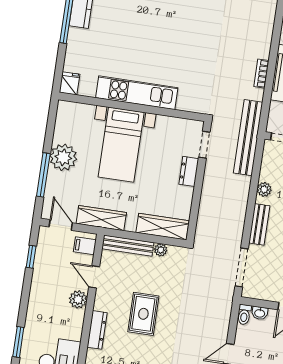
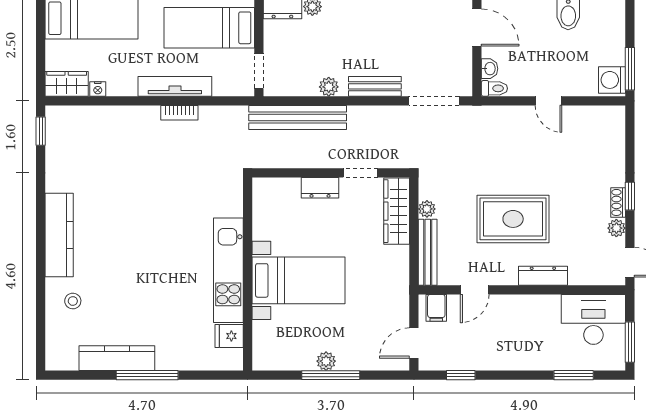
fridge: (70, 83) -> (229, 336), moved
bench: (248, 138) -> (298, 117), moved
doorway: (204, 145) -> (361, 173), moved
plant: (63, 157) -> (326, 361), width x0.53, depth x0.53
window: (43, 175) -> (331, 375), moved
wardrobe: (101, 218) -> (397, 292), removed
plant: (78, 299) -> (507, 306), removed
rug: (143, 314) -> (513, 219), width x1.36, depth x1.43

